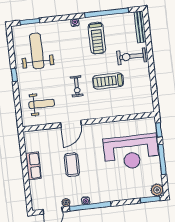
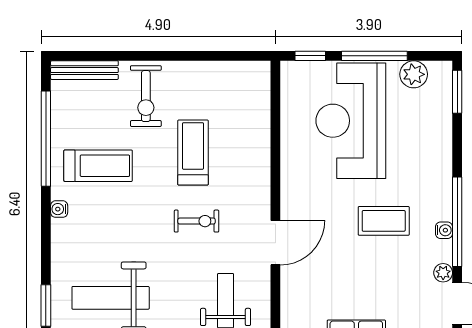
treadmill: (108, 81) -> (193, 153), turned 180
door: (71, 124) -> (275, 243), hinge flipped
reception desk: (131, 152) -> (351, 121), turned 180
coffee table: (72, 165) -> (384, 221), moved
plant: (157, 190) -> (414, 74), moved

